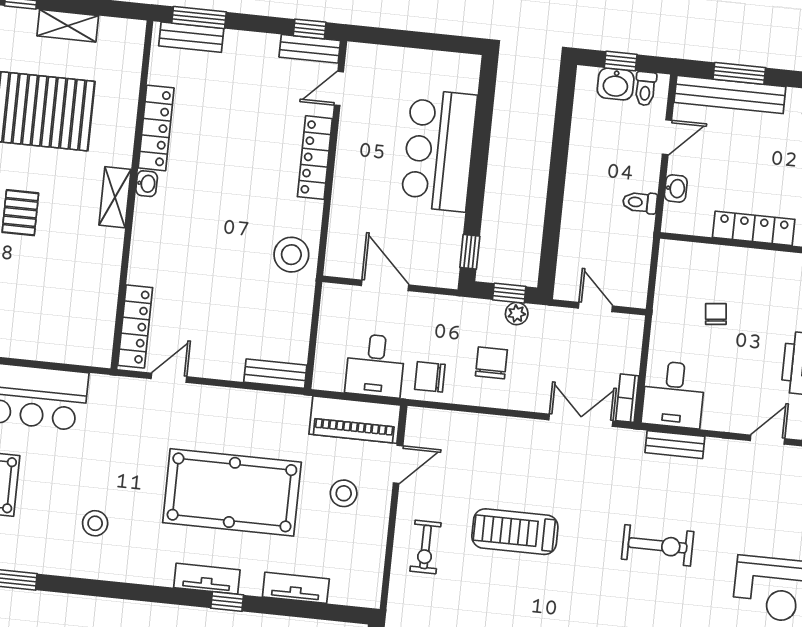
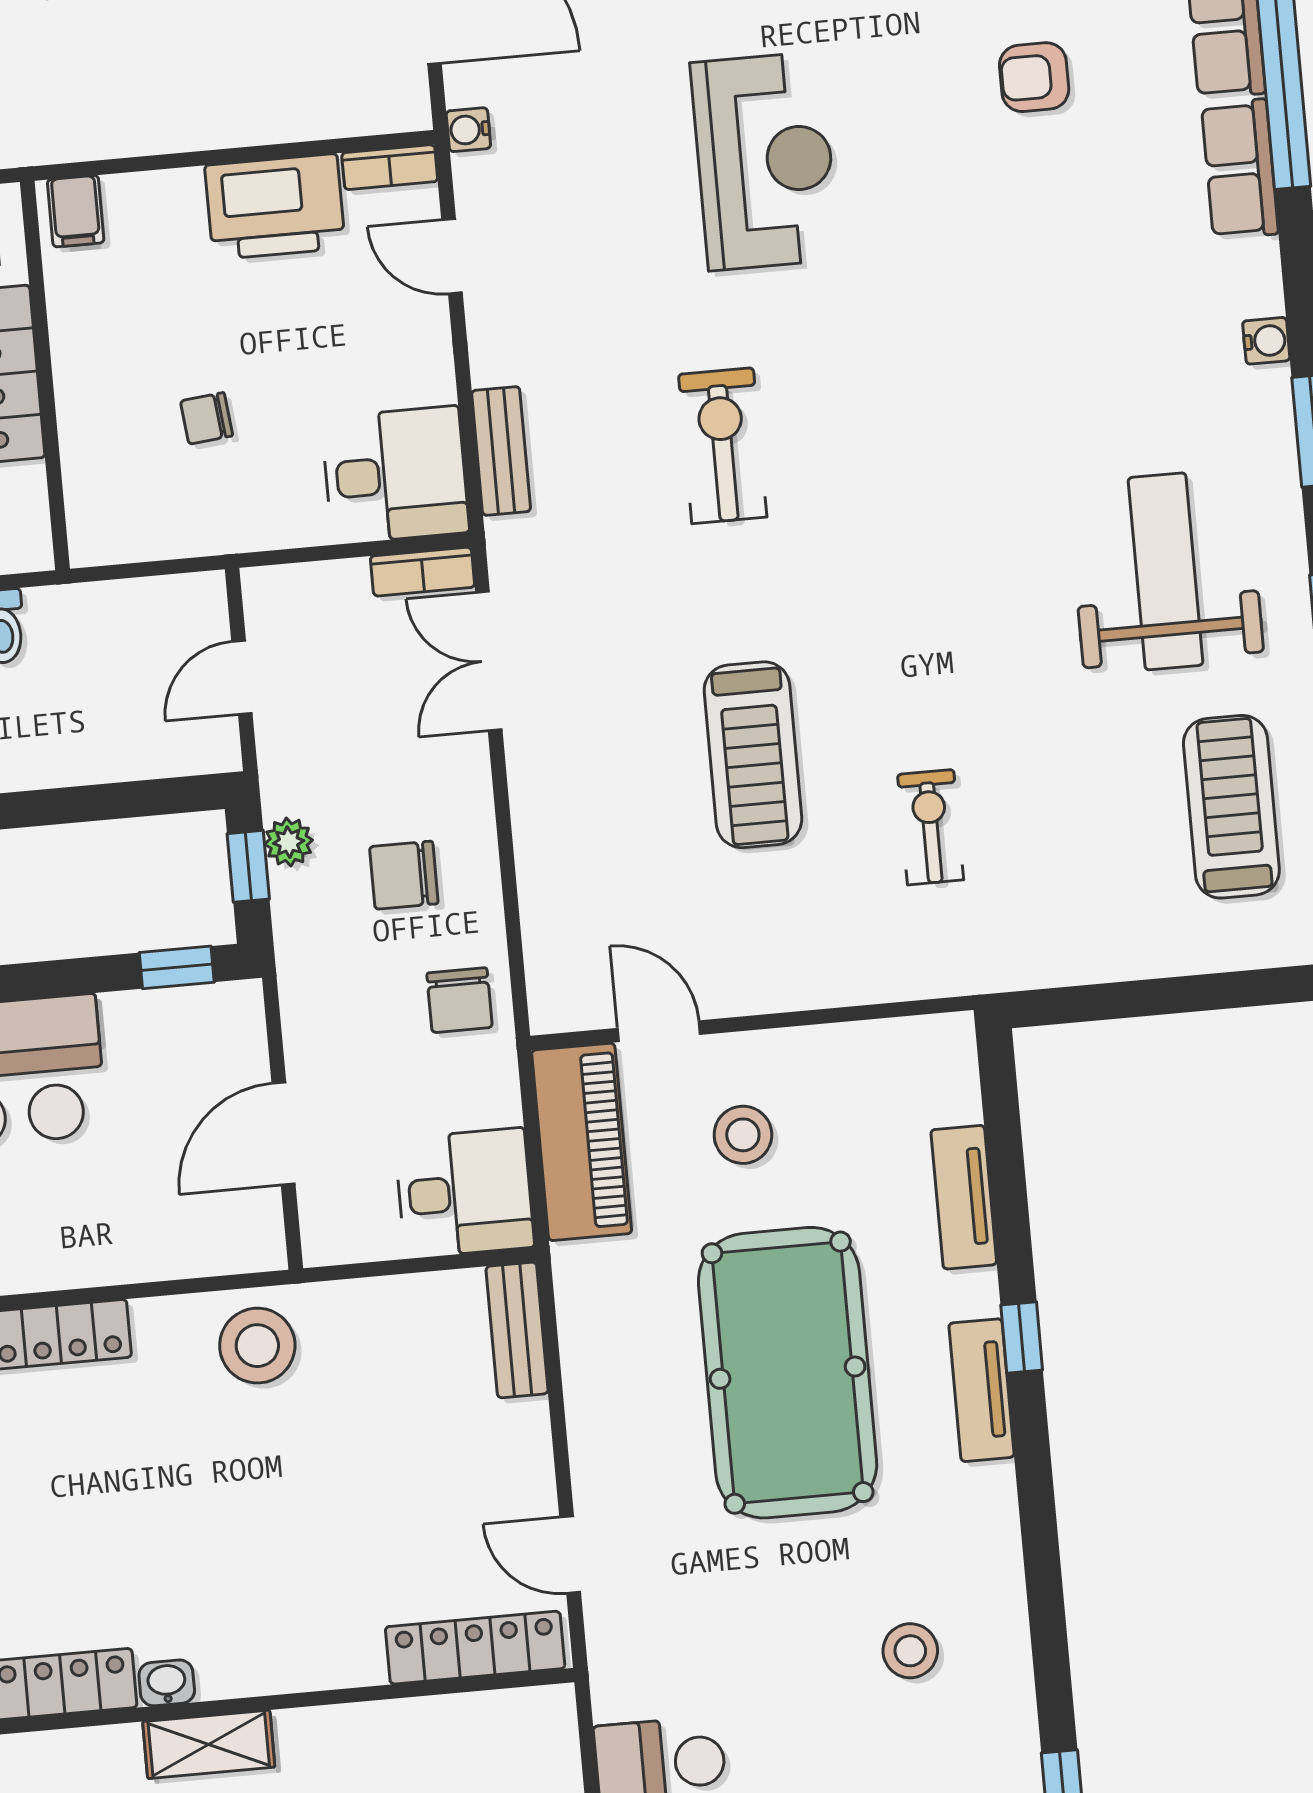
desk: (375, 365) -> (465, 1193), moved
exercise bike: (426, 547) -> (931, 827), moved, turned -90

